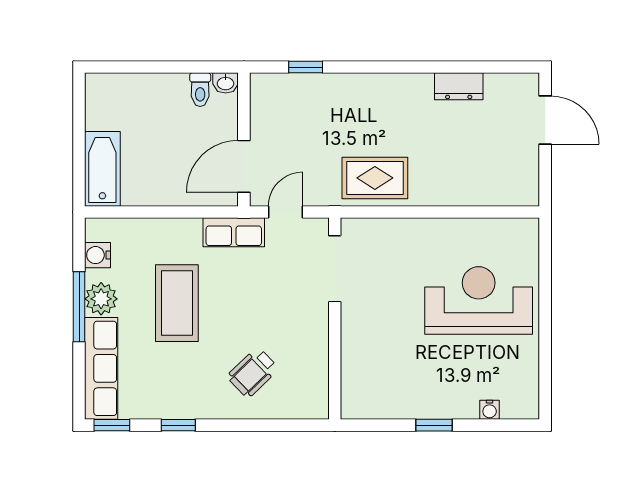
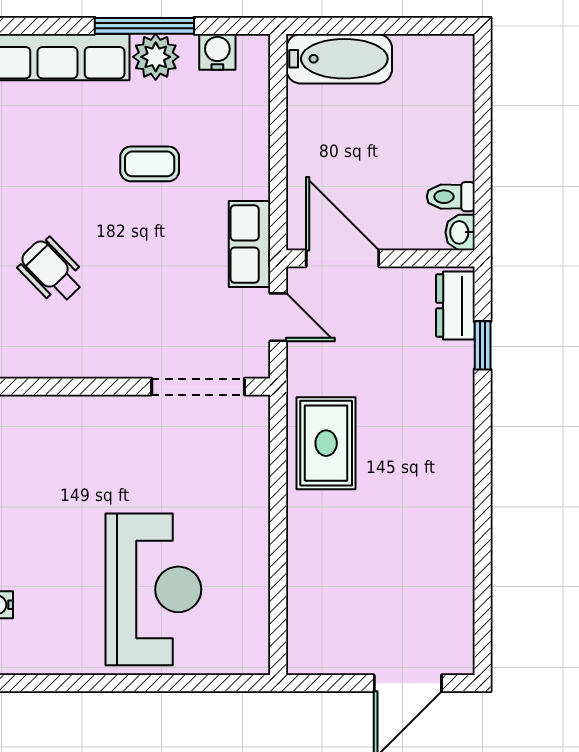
dresser: (459, 86) -> (455, 306), moved
coffee table: (177, 303) -> (150, 164), width x0.54, depth x0.58

